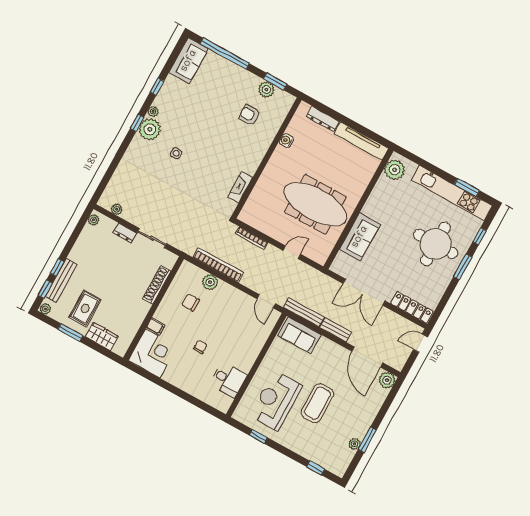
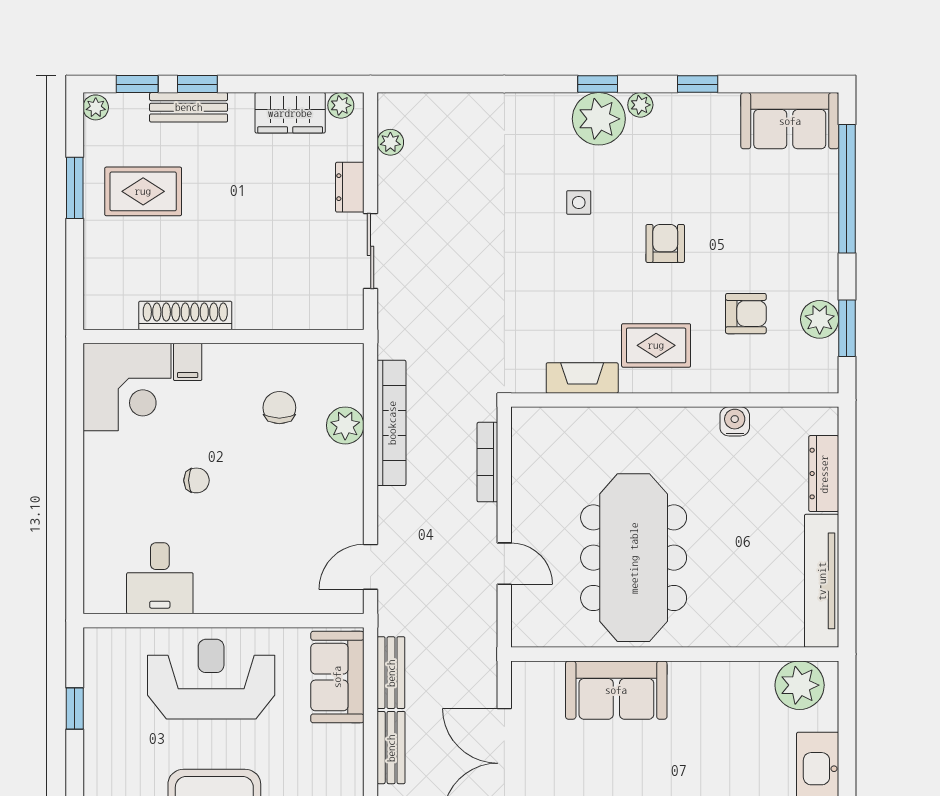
armchair: (250, 115) -> (746, 314), turned 90
armchair: (208, 130) -> (665, 243), added
rug: (243, 154) -> (656, 345), added
bench: (61, 280) -> (189, 107), width x0.73
shoe rack: (157, 285) -> (185, 315), moved
bench: (304, 312) -> (391, 673), width x0.73
wardrobe: (102, 336) -> (290, 113), moved, turned 90
reception desk: (276, 401) -> (211, 679), moved

